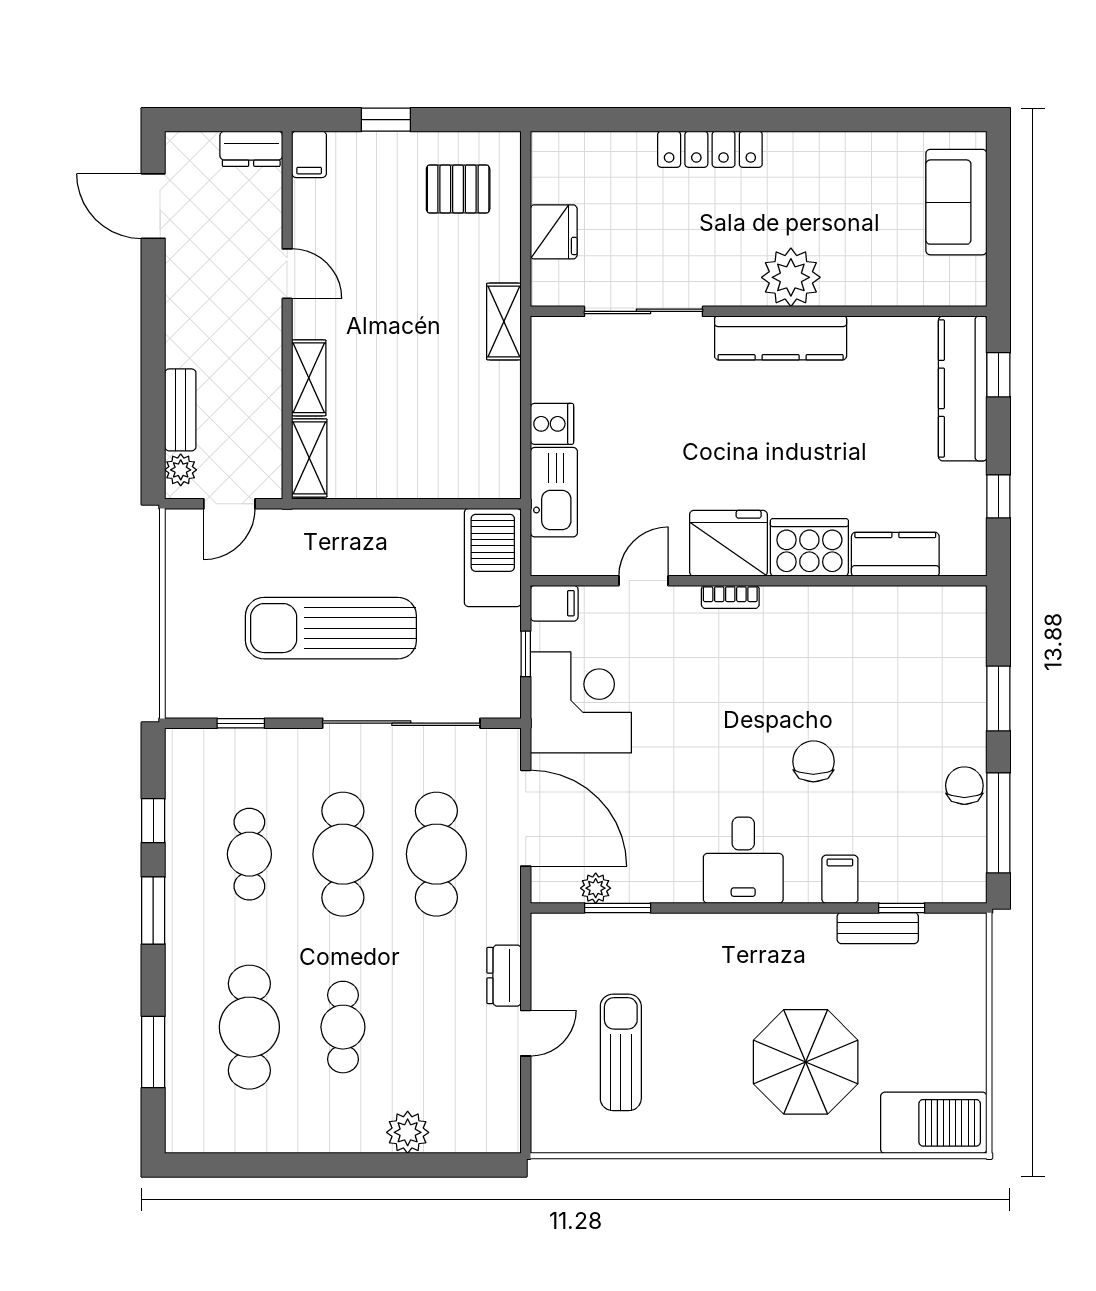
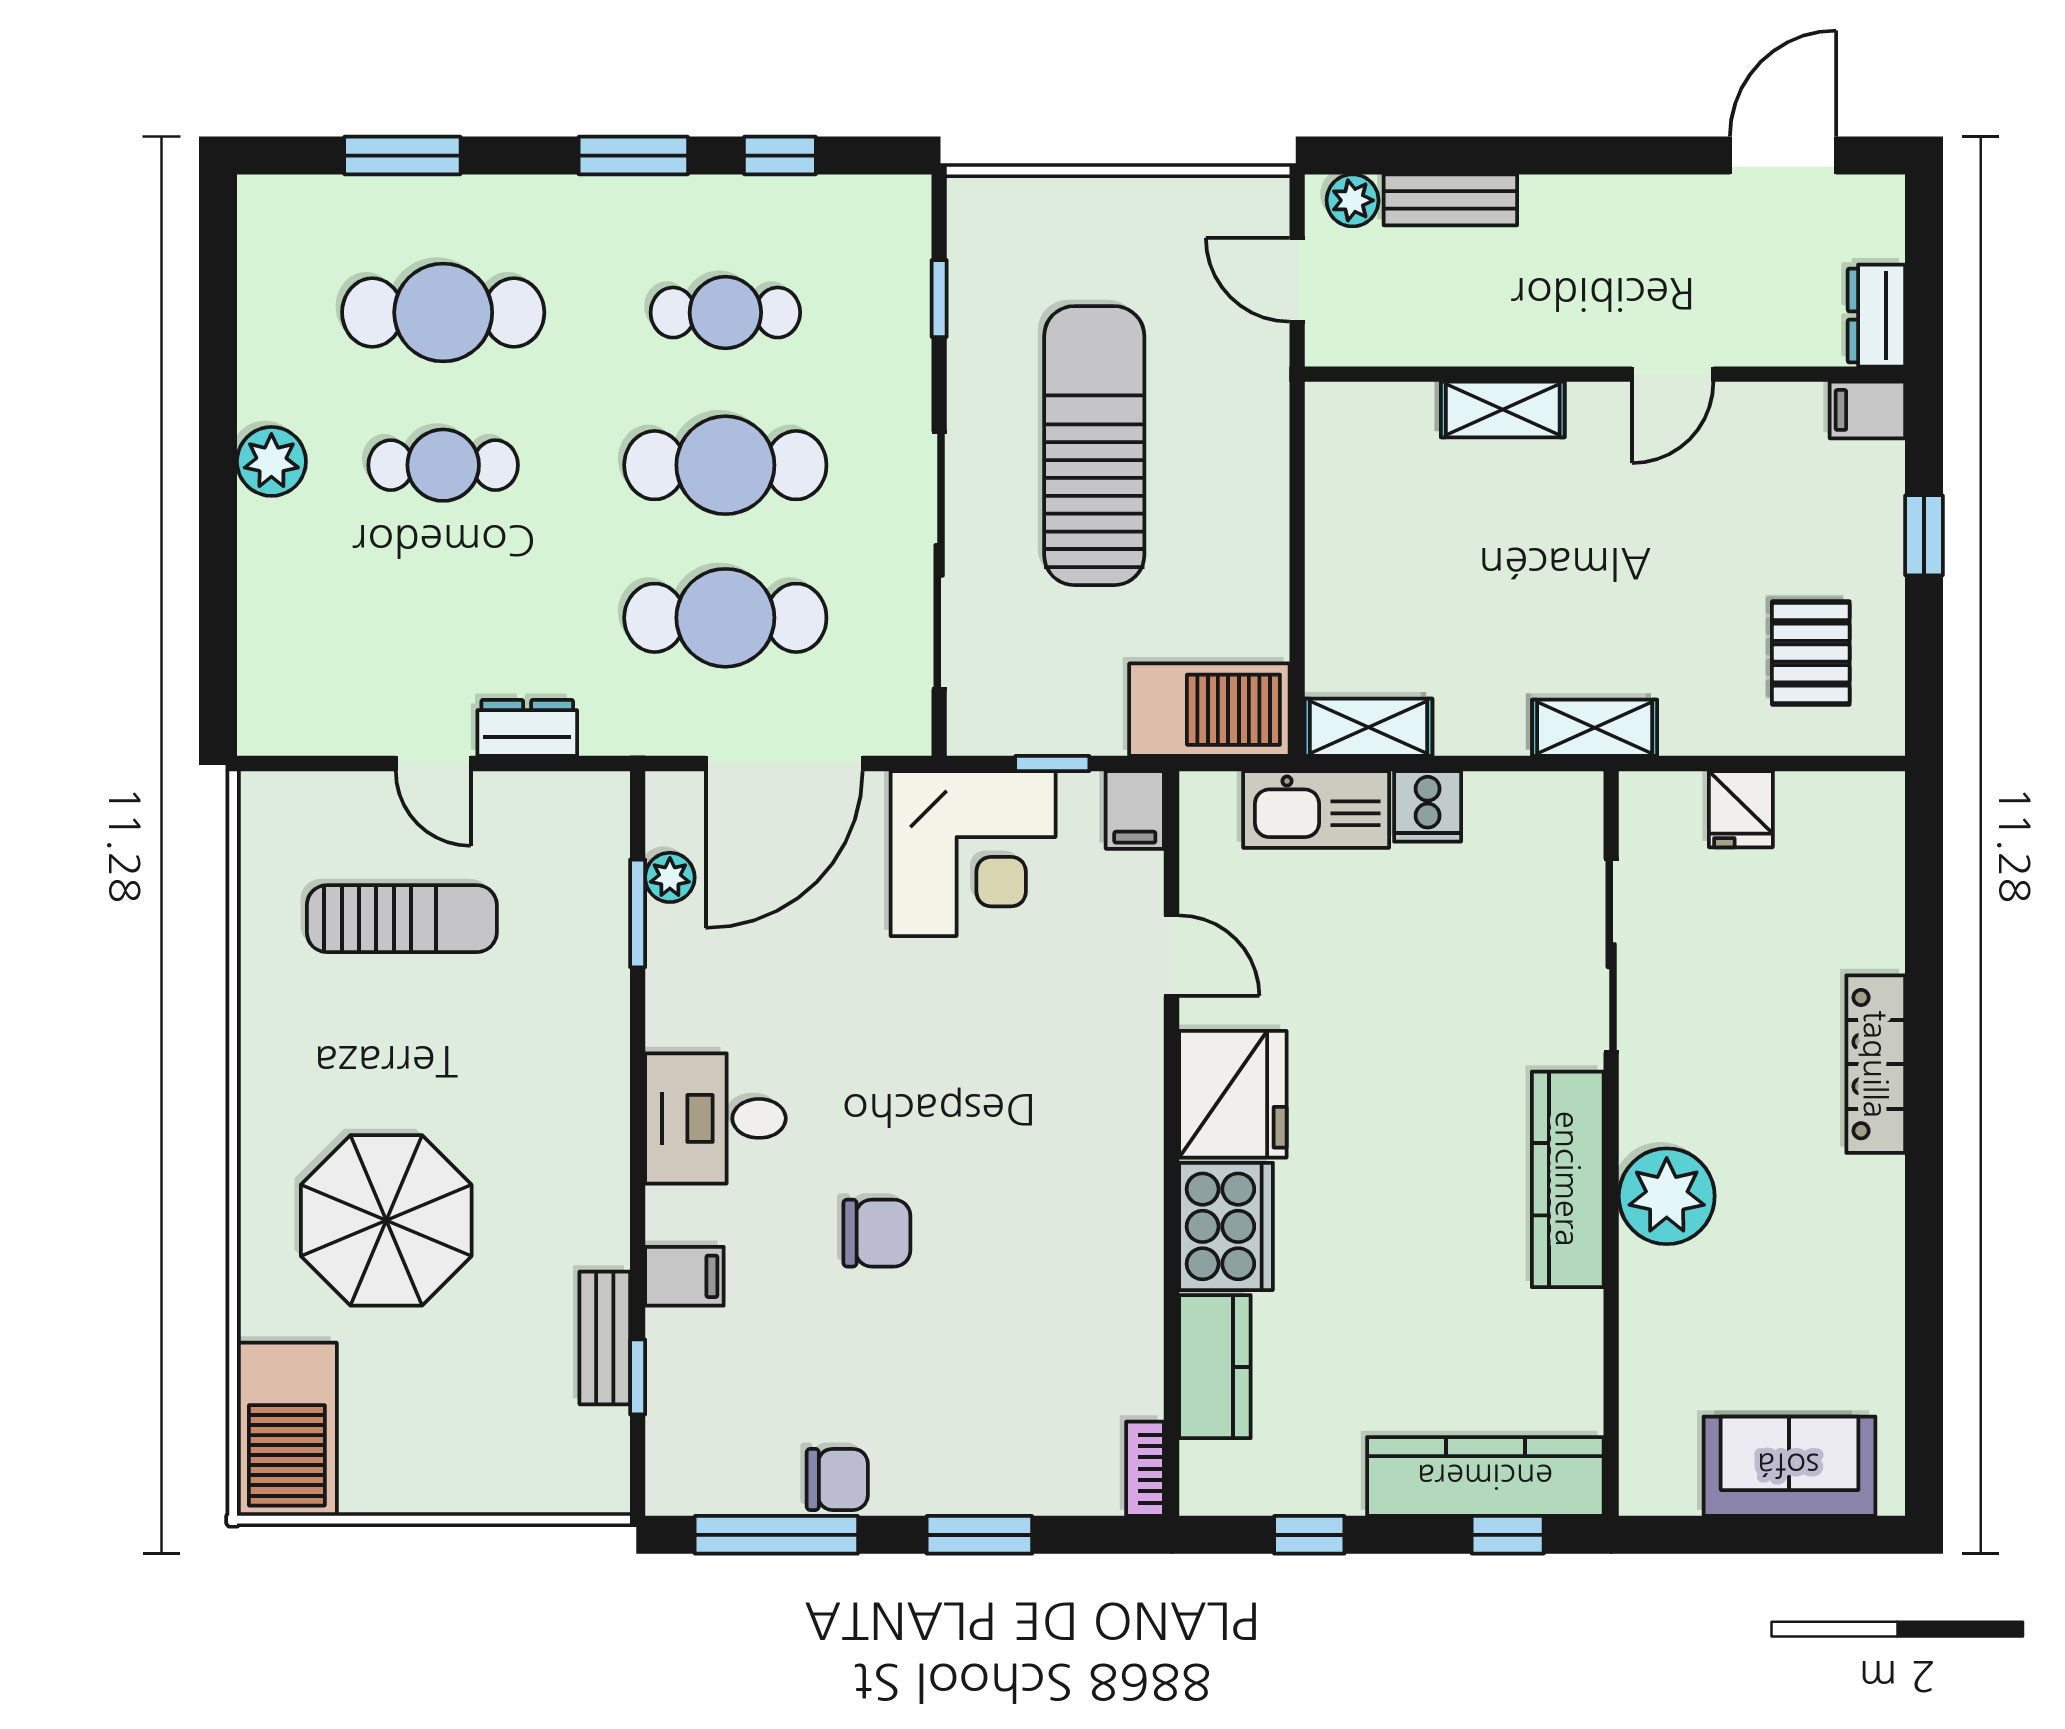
fridge: (554, 232) -> (1741, 809), width x0.72
shelving: (309, 458) -> (1369, 727), moved
bookcase: (730, 597) -> (1145, 1469), moved
plant: (408, 1132) -> (271, 461), moved

